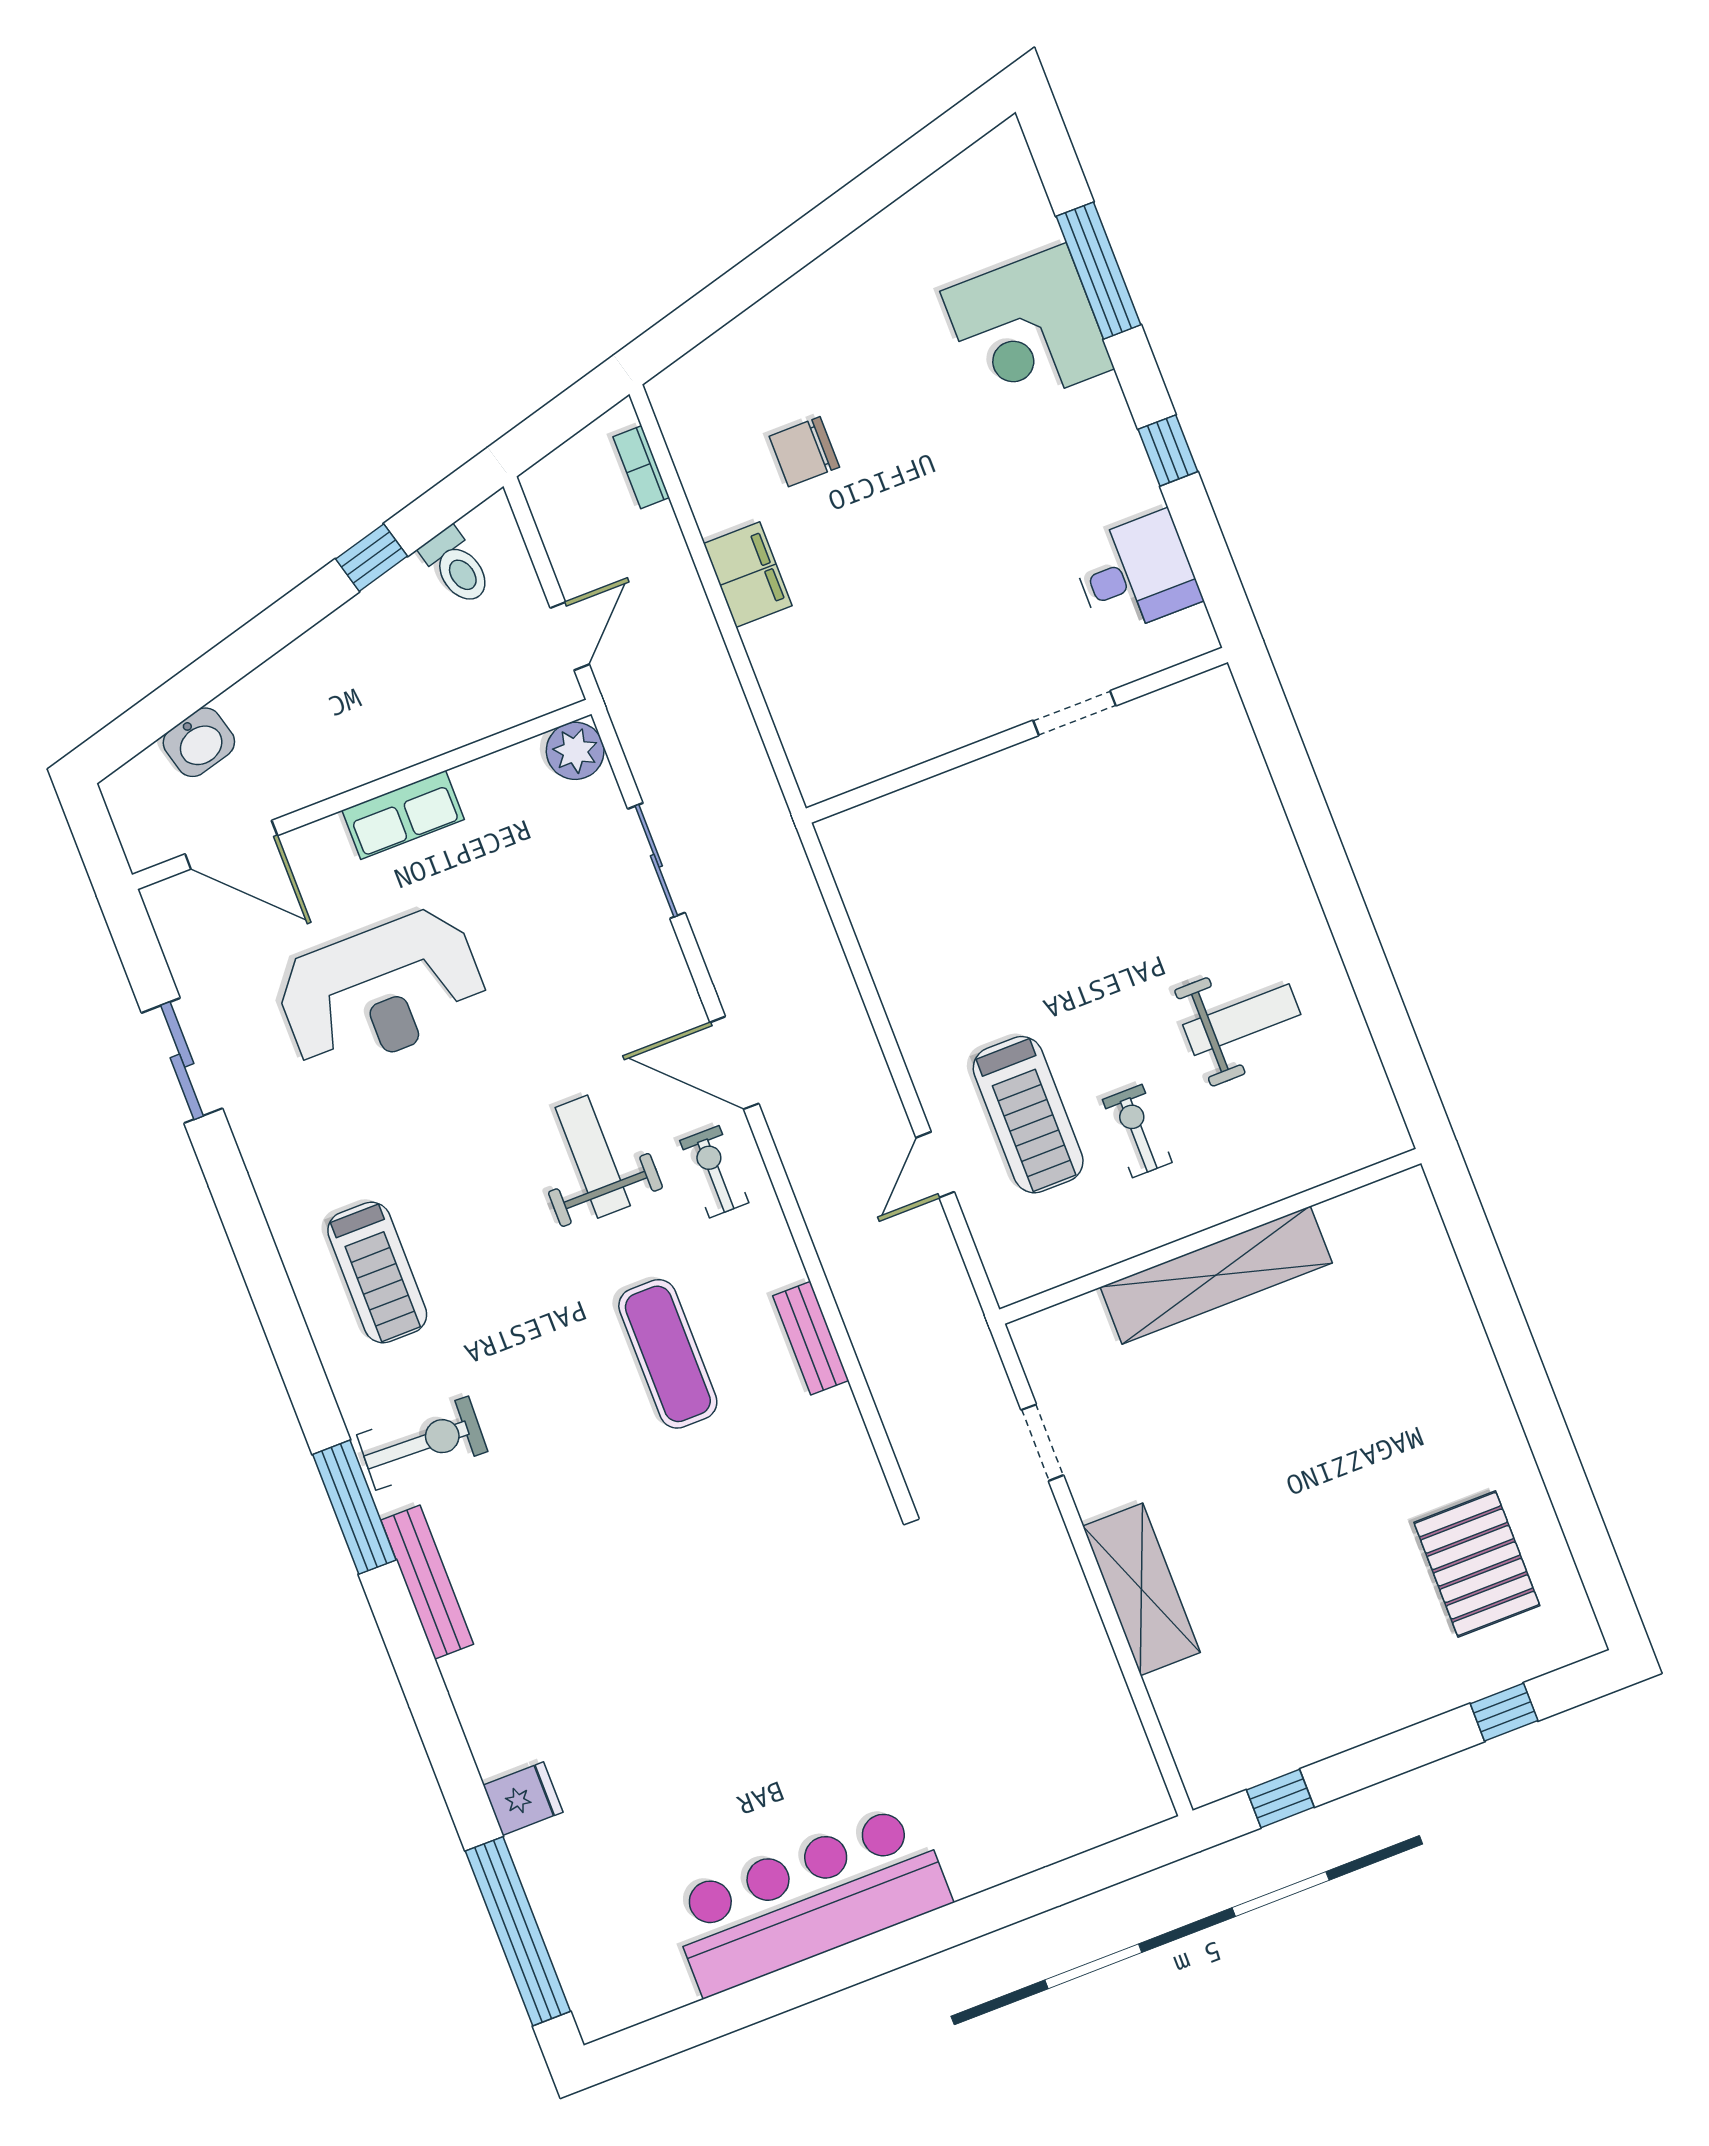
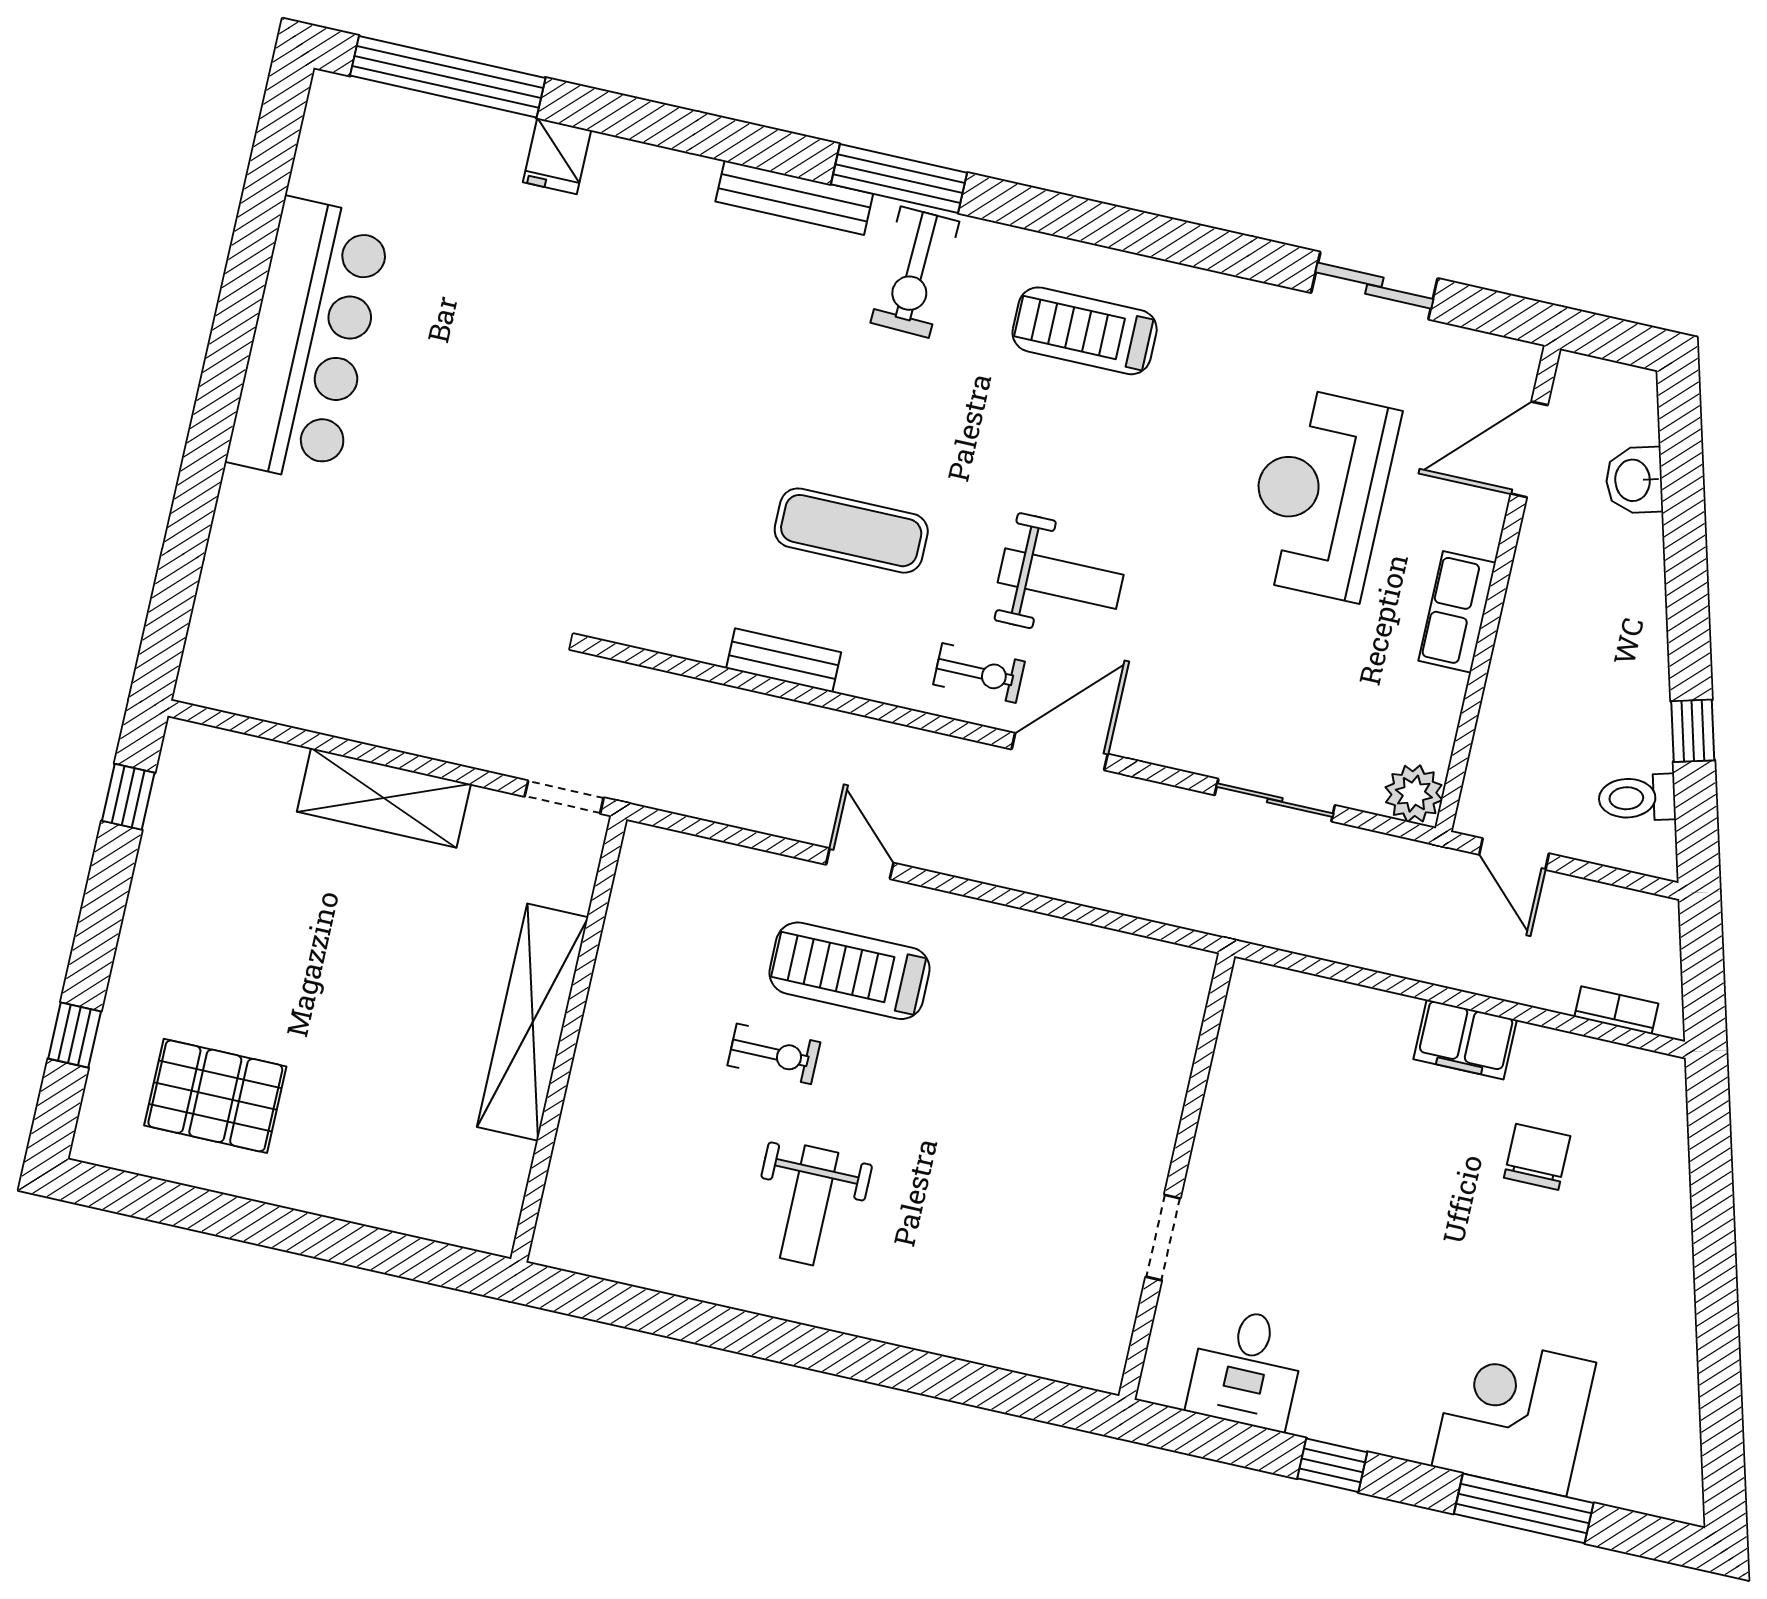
wall: (1210, 1236) -> (569, 1039), moved
shelving: (1216, 1275) -> (533, 1022), moved

